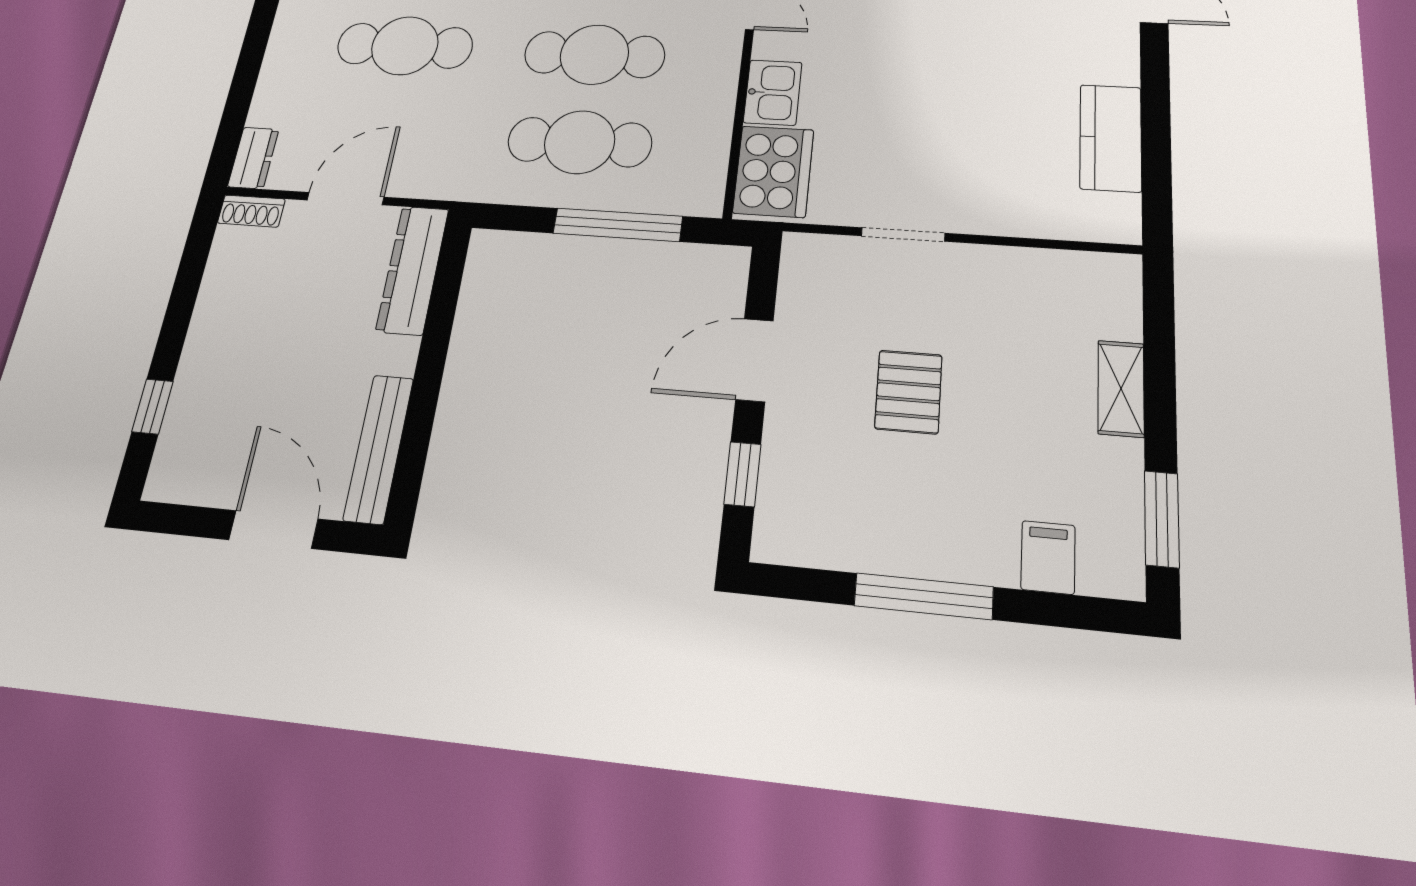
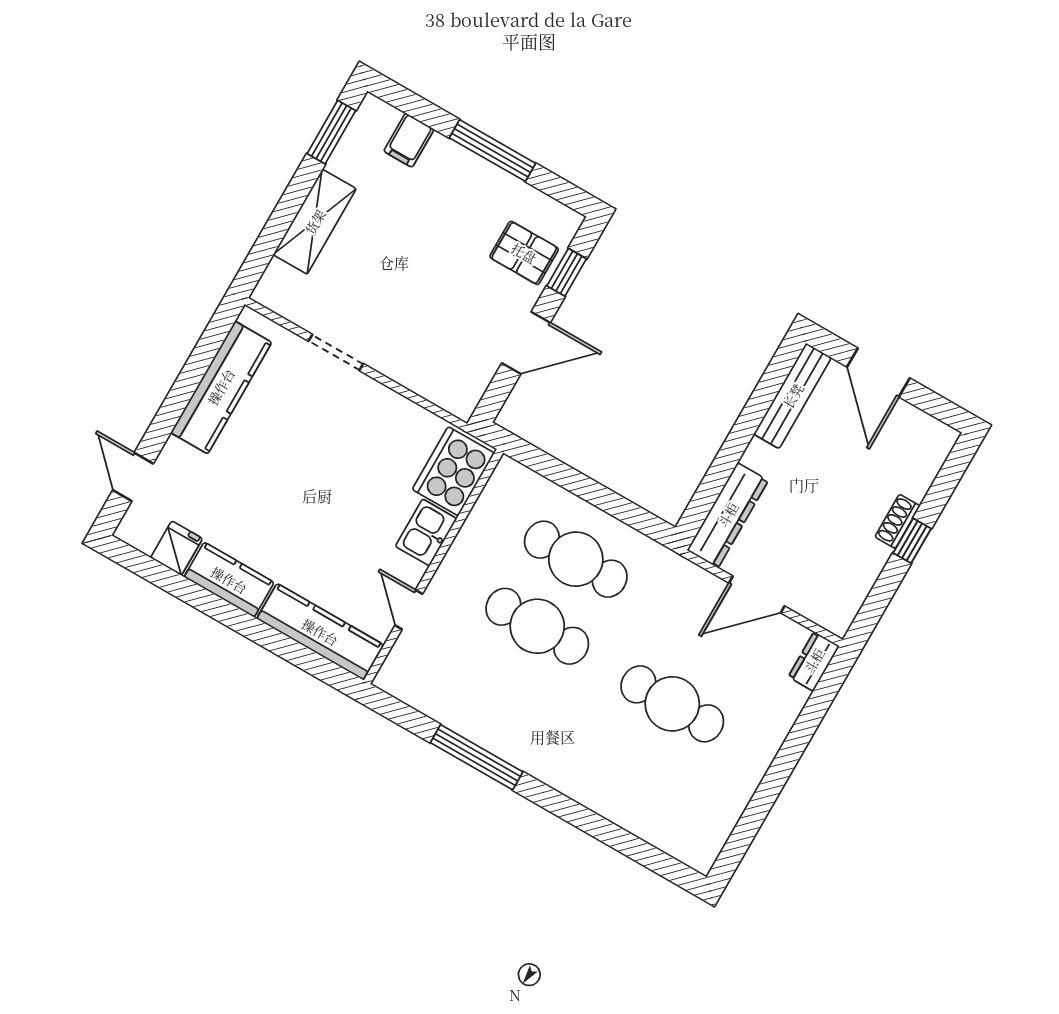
kitchen counter: (1111, 138) -> (221, 387), width x1.50
shoe rack: (251, 211) -> (897, 521), moved, turned -90
window: (618, 225) -> (575, 482), removed
doorway: (903, 235) -> (336, 352), moved
shelving: (1121, 389) -> (315, 222), width x1.50, depth x1.33
pallet: (908, 392) -> (524, 253), moved, turned 90
window: (153, 406) -> (912, 541), moved

